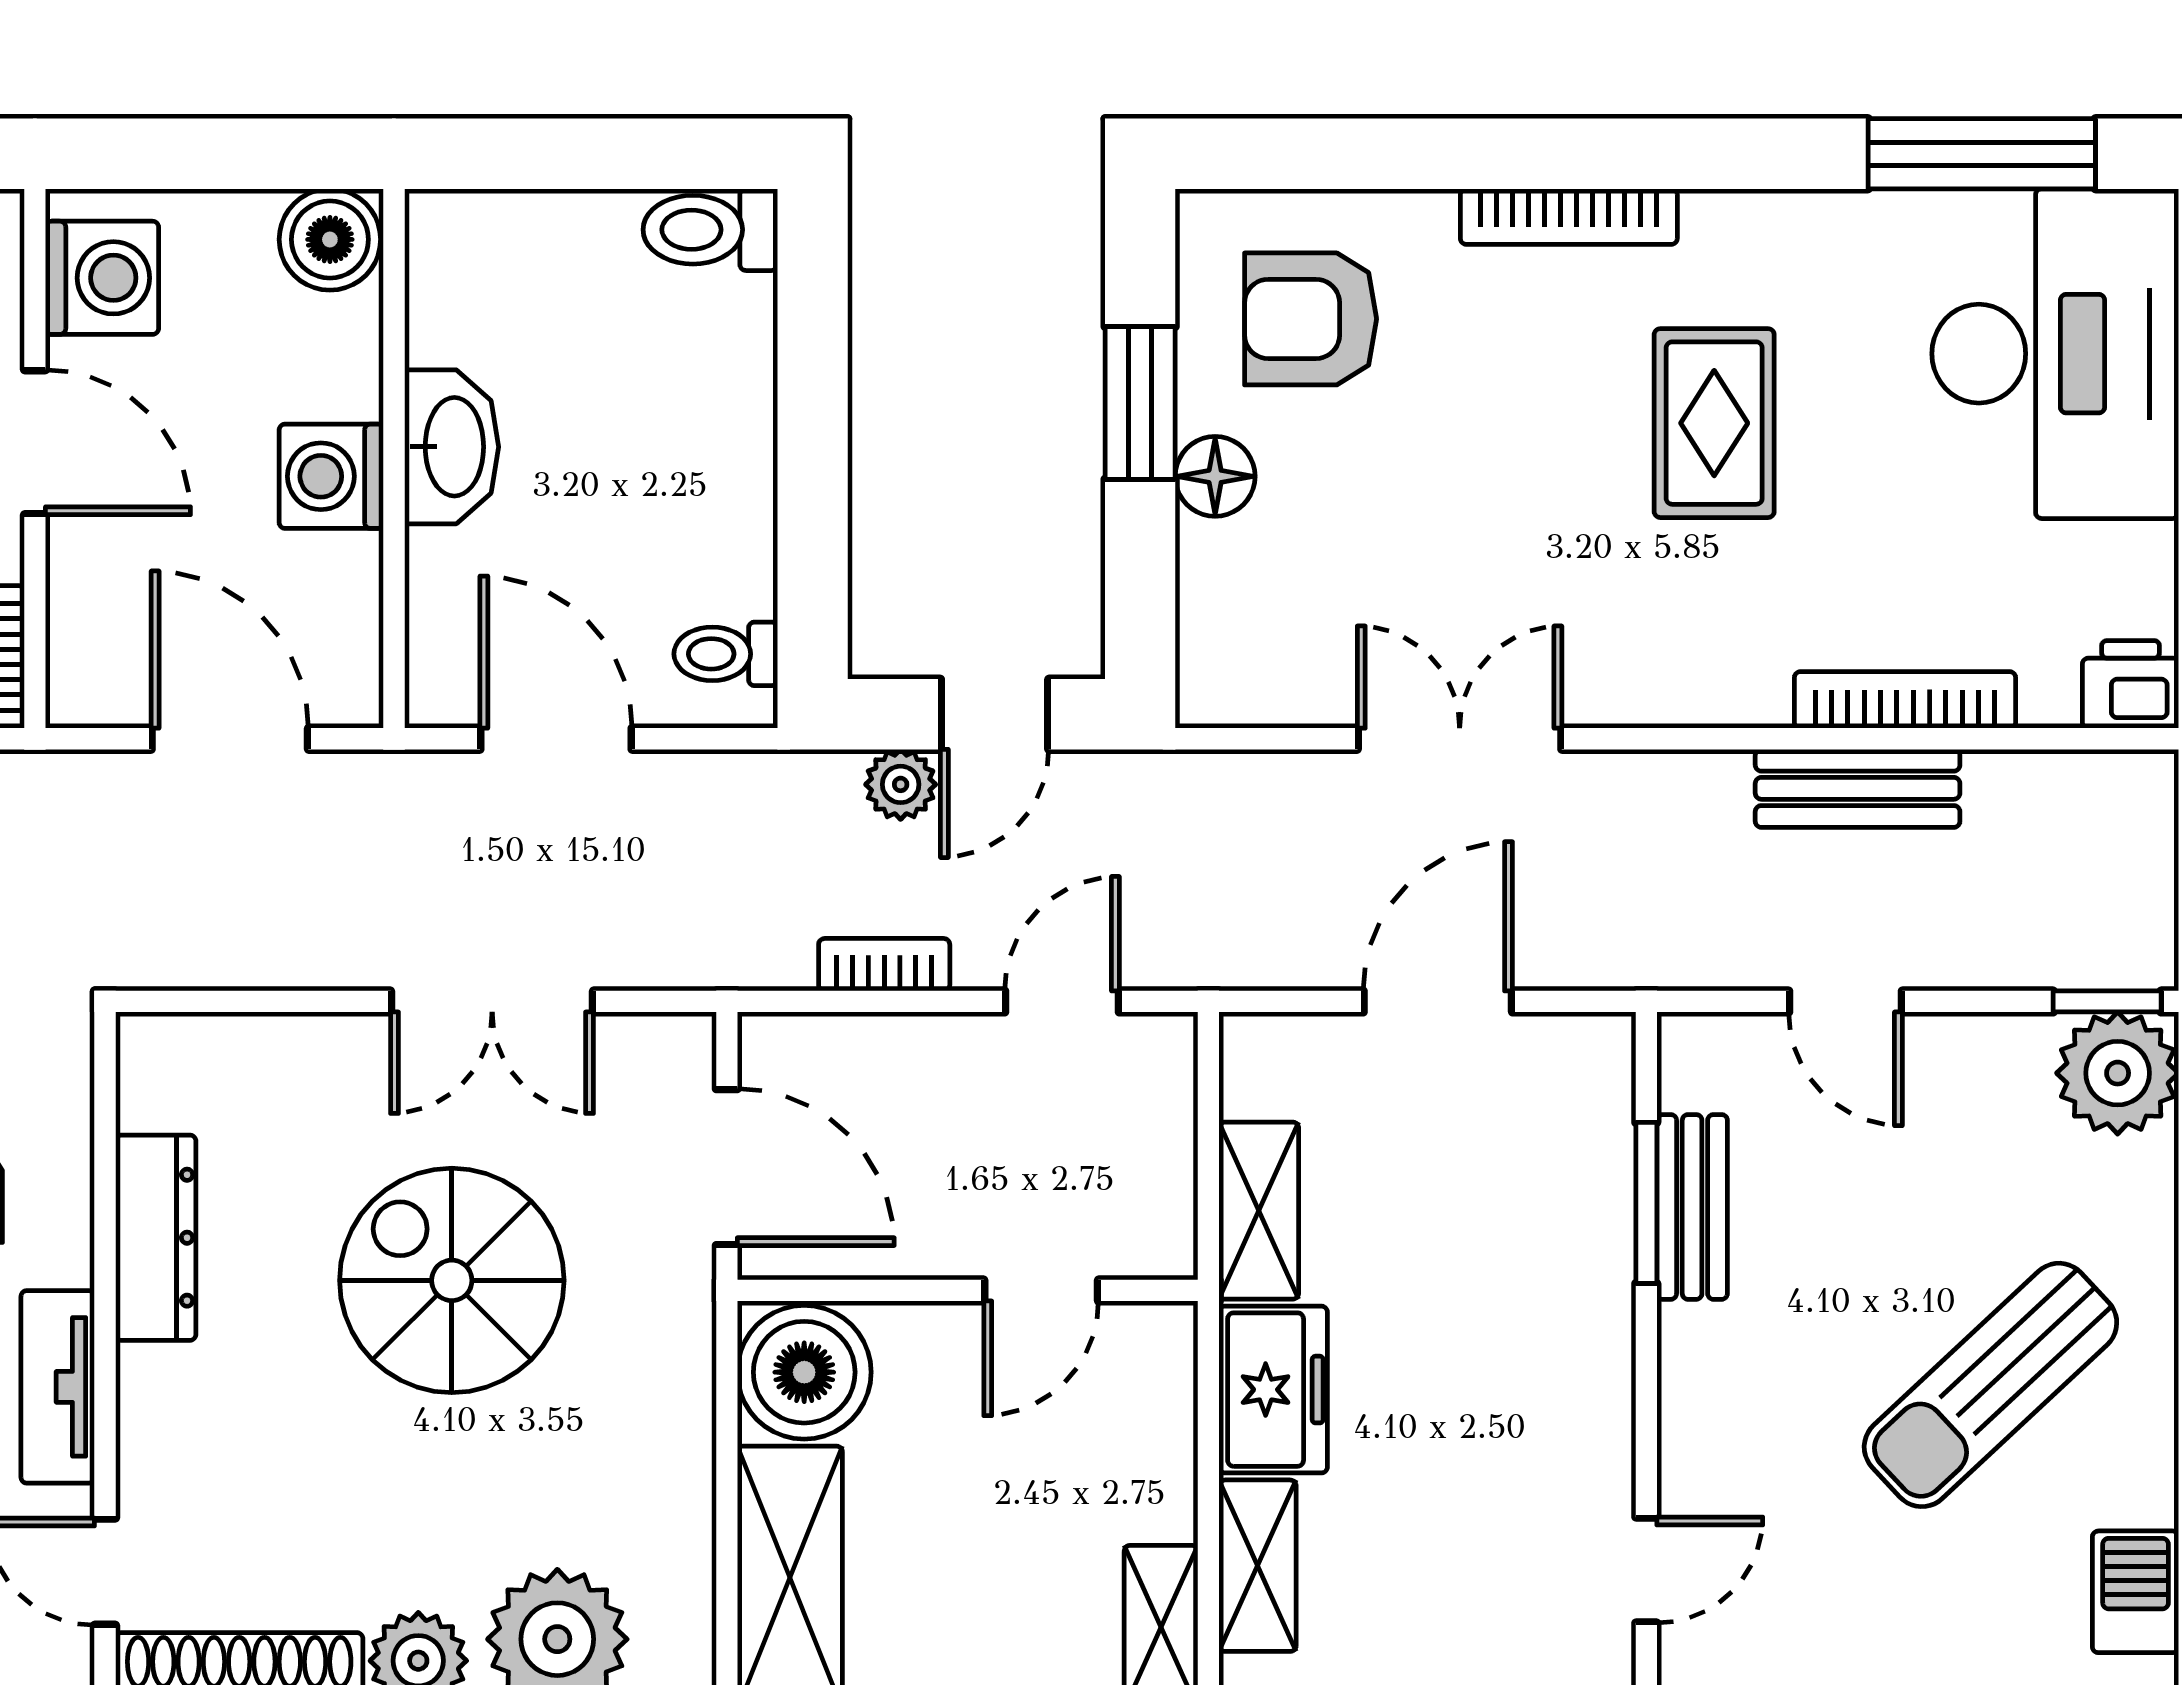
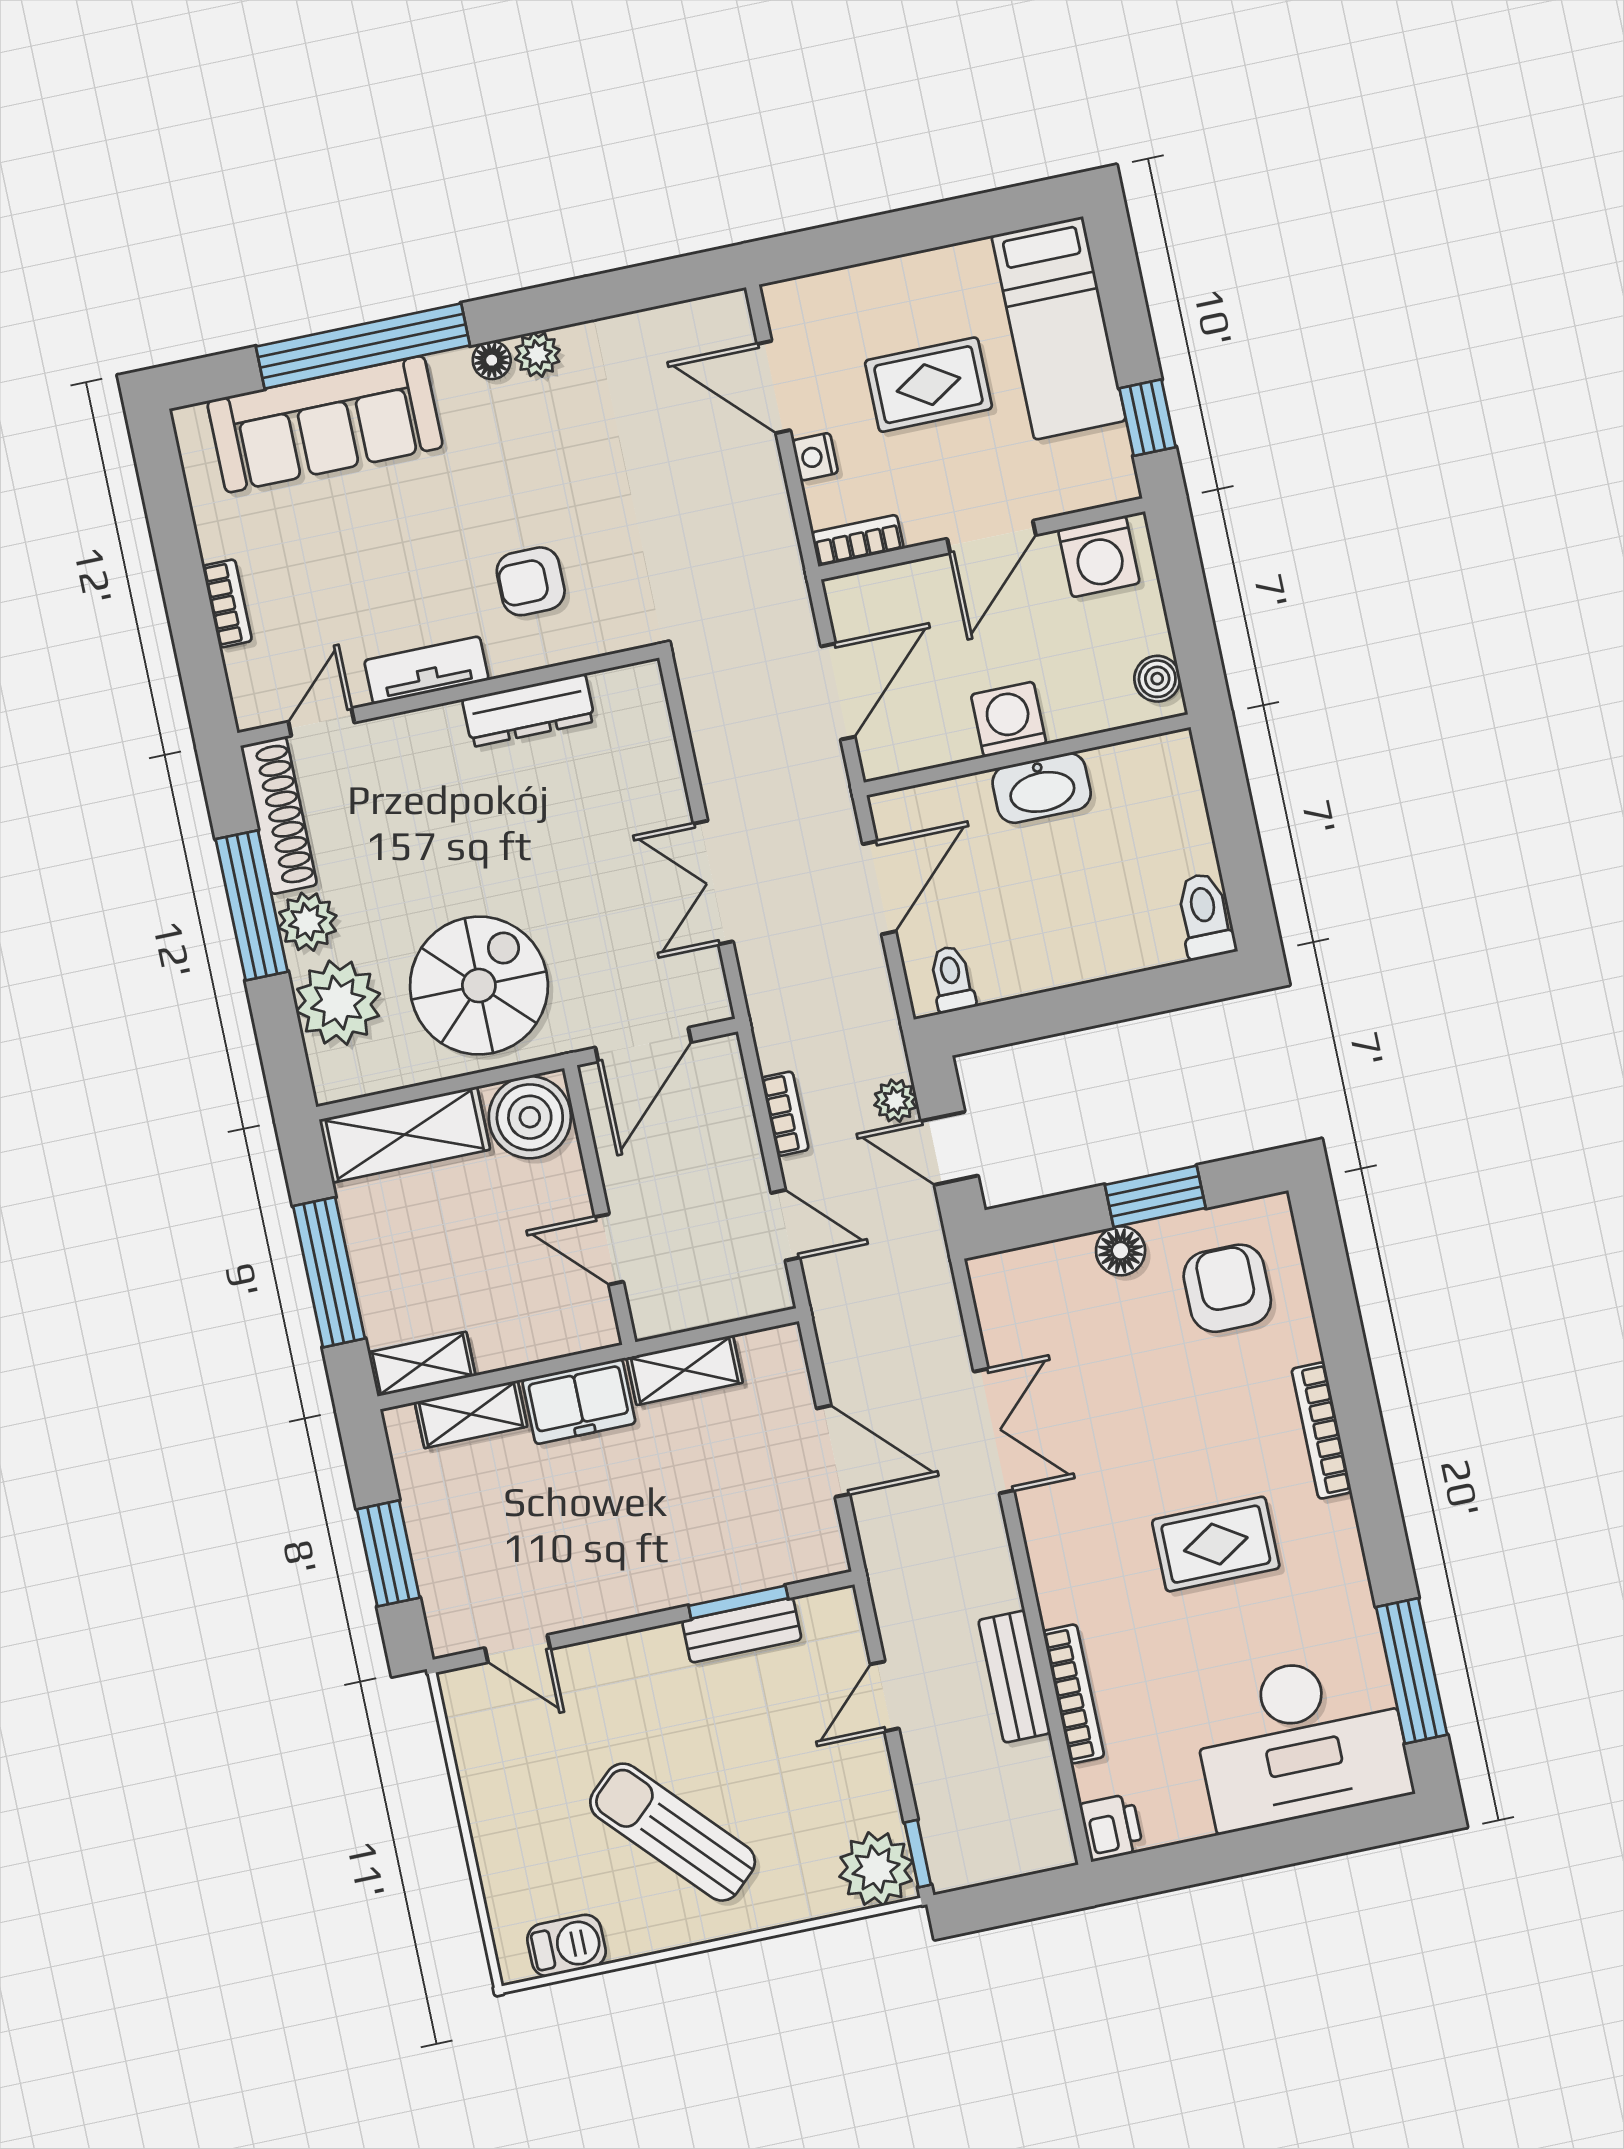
boiler: (330, 239) -> (1157, 679), width x0.73, depth x0.73
spiral stairs: (452, 1280) -> (479, 986), moved

